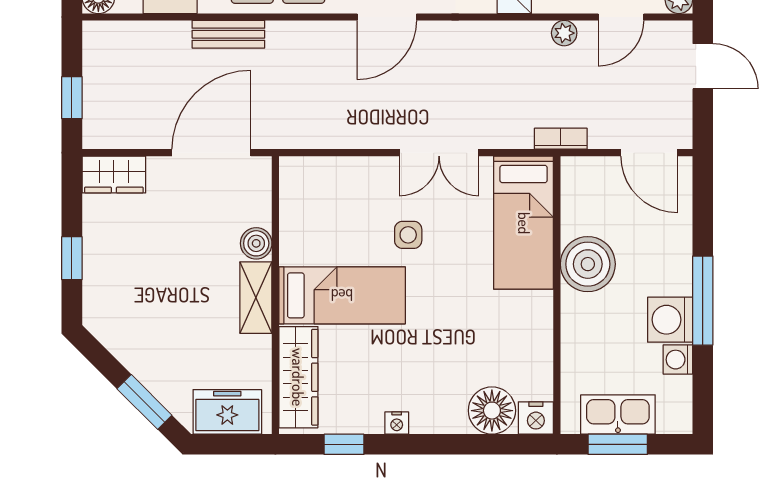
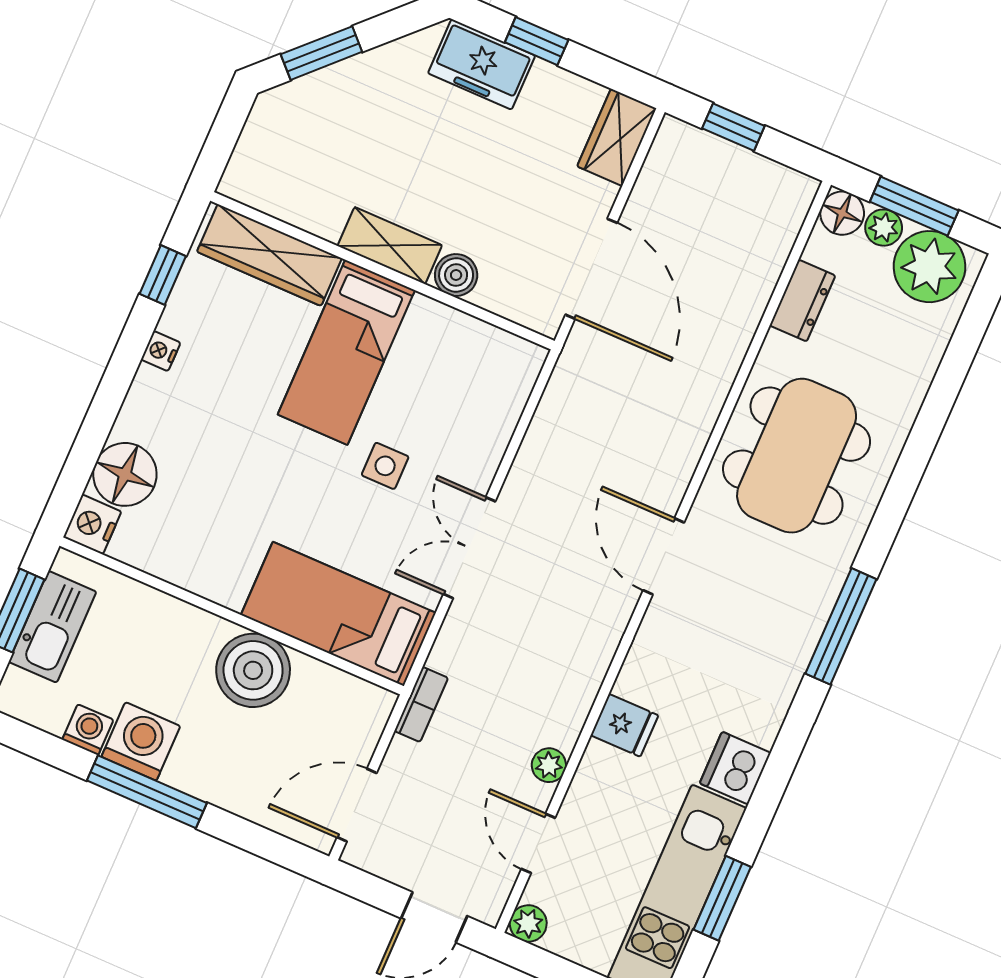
bench: (228, 34) -> (727, 353), removed
freezer: (227, 412) -> (482, 64), moved, turned 90

